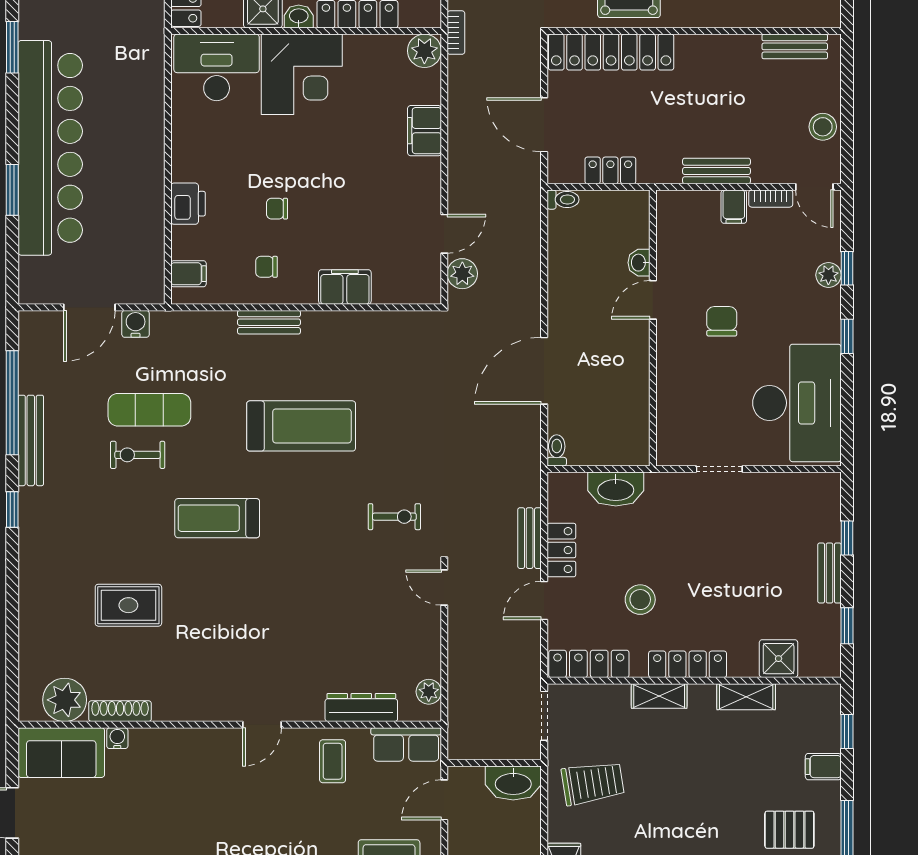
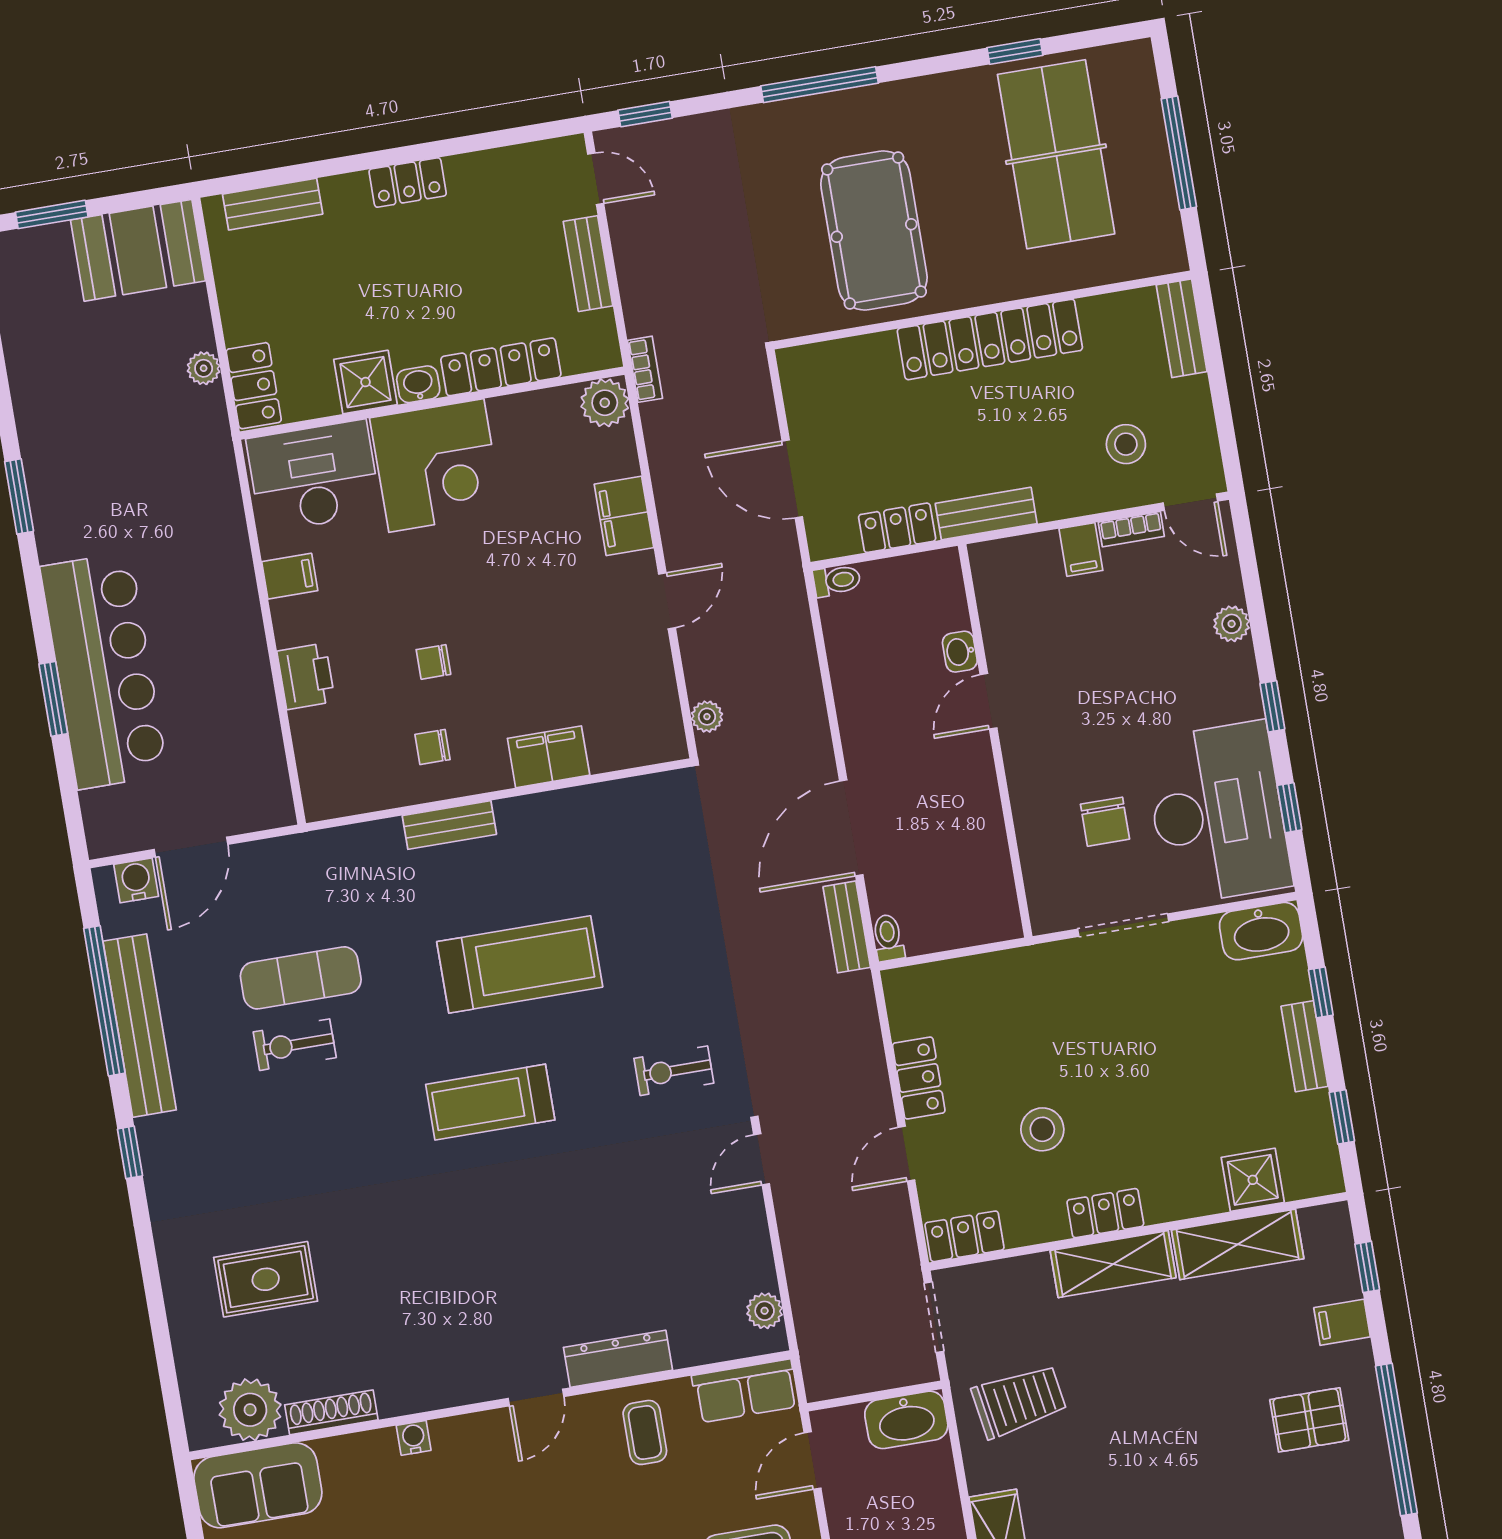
bench: (795, 46) -> (1182, 328), moved, turned 90
locker: (611, 52) -> (990, 339), moved
stool: (823, 127) -> (1126, 444), moved
bar counter: (50, 148) -> (104, 671), width x0.73
bench: (716, 171) -> (986, 514), moved
door: (444, 234) -> (667, 601), moved
window: (847, 268) -> (1290, 808), moved
filing cabinet: (188, 274) -> (290, 576), moved
plant: (462, 274) -> (707, 717), width x0.73, depth x0.73
chair: (722, 321) -> (1105, 822), moved, turned 180
water cooler: (136, 324) -> (136, 880), moved
bench: (31, 440) -> (140, 1026), width x1.37, depth x1.21
doorway: (719, 469) -> (1123, 925), width x1.38
washbasin: (616, 489) -> (1261, 931), moved
exercise bike: (394, 517) -> (674, 1071), turned 180
treadmill: (217, 518) -> (490, 1102), moved
bench: (530, 538) -> (847, 927), moved
door: (444, 587) -> (762, 1159), hinge flipped
rug: (128, 605) -> (266, 1279), moved
locker: (589, 664) -> (965, 1236), width x0.66
locker: (688, 664) -> (1105, 1213), width x0.66
shelving: (659, 696) -> (1113, 1264), width x1.50, depth x1.33
shelving: (746, 697) -> (1238, 1244), width x1.50, depth x1.33
dresser: (361, 708) -> (618, 1359), moved
water cooler: (117, 738) -> (414, 1438), moved

